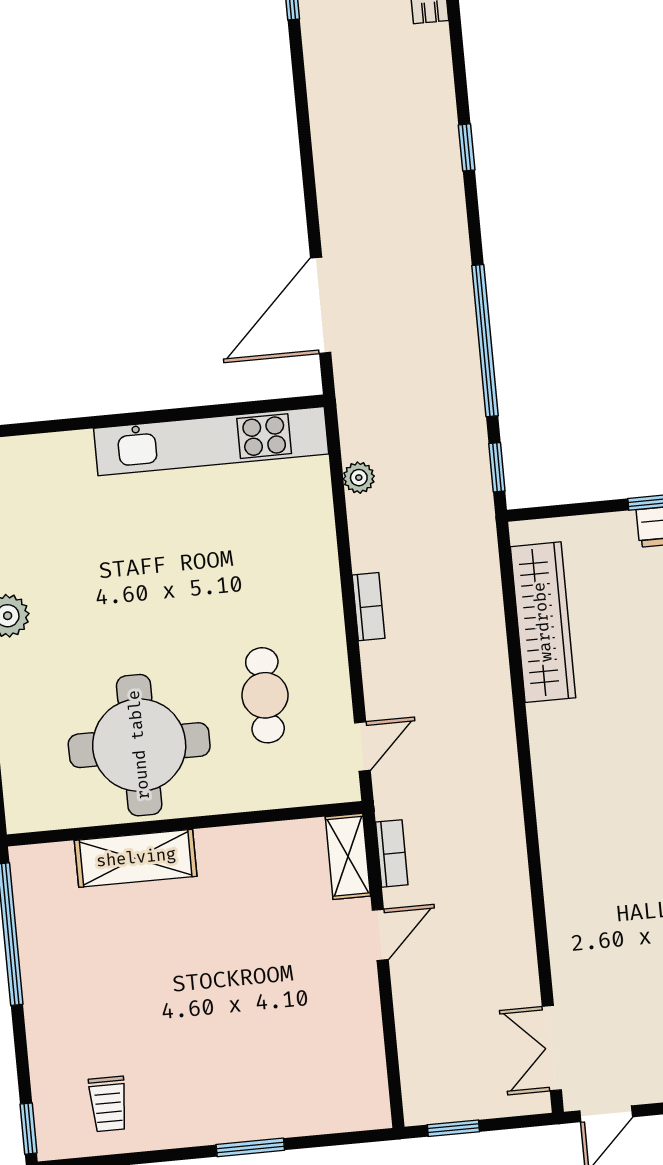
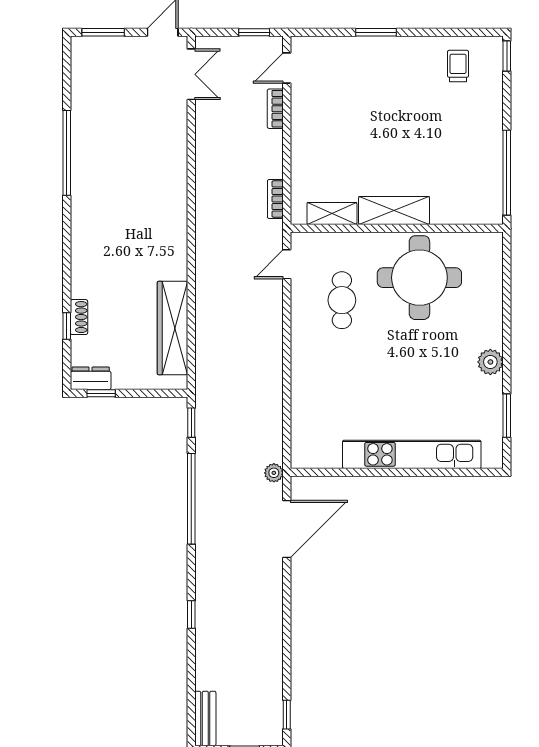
kitchen unit: (211, 441) -> (412, 454), moved
plant: (359, 478) -> (274, 473), moved
bookcase: (369, 607) -> (275, 109), moved
shelving: (348, 856) -> (332, 213), moved, turned 90
shelving: (136, 858) -> (394, 211), moved
door: (380, 935) -> (287, 68), moved

